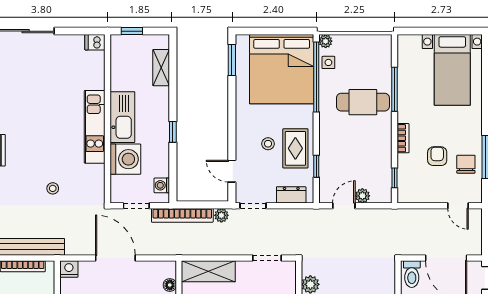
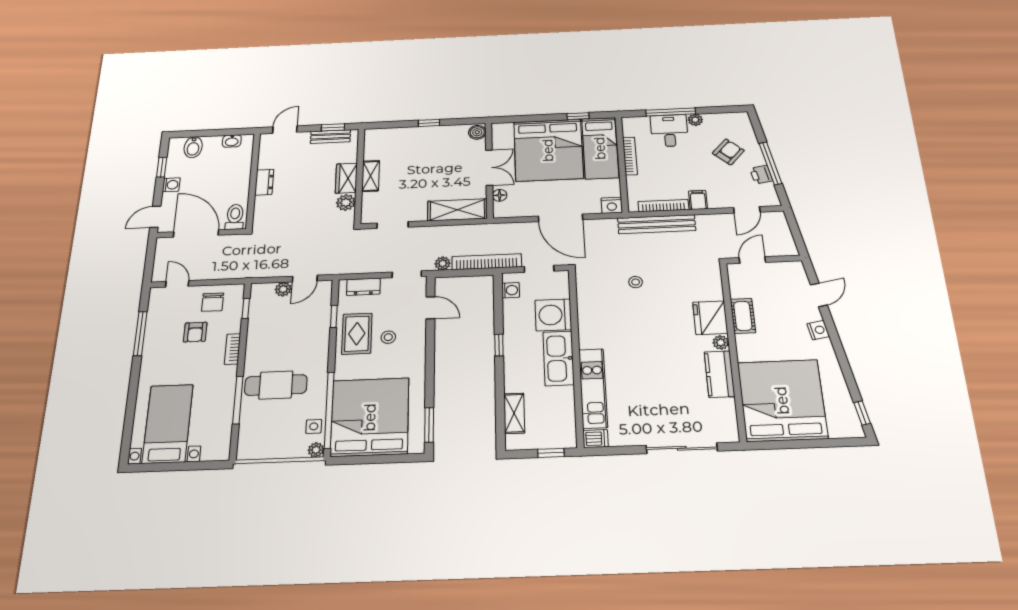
kitchen unit: (95, 127) -> (593, 388), moved
chair: (466, 164) -> (213, 302), moved

